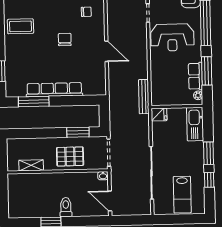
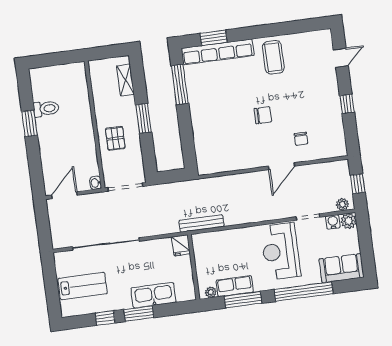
door: (106, 51) -> (282, 166), moved
row of seats: (54, 90) -> (218, 52), moved, turned 90
kitchen sink: (195, 124) -> (153, 295), moved
window: (78, 132) -> (144, 118), moved
pallet: (70, 156) -> (115, 138), width x0.67, depth x0.71
shelving: (31, 165) -> (125, 80), moved
lab bench: (182, 195) -> (83, 286), turned 180
toilet: (66, 207) -> (46, 109), moved

